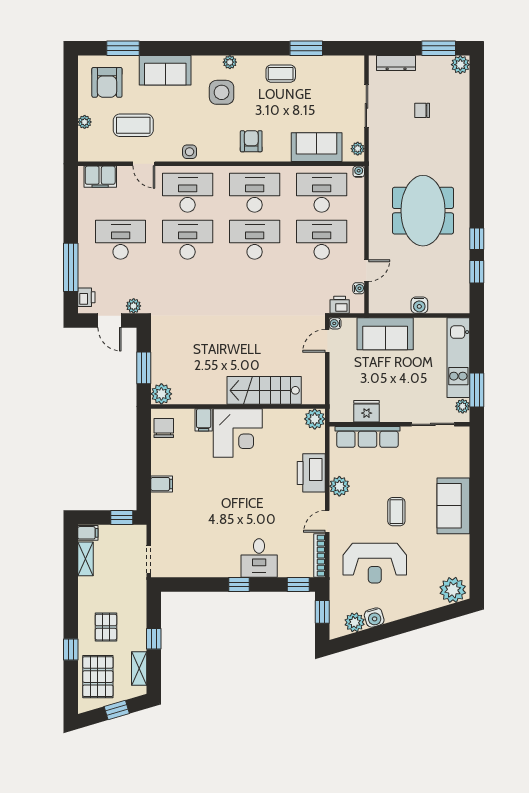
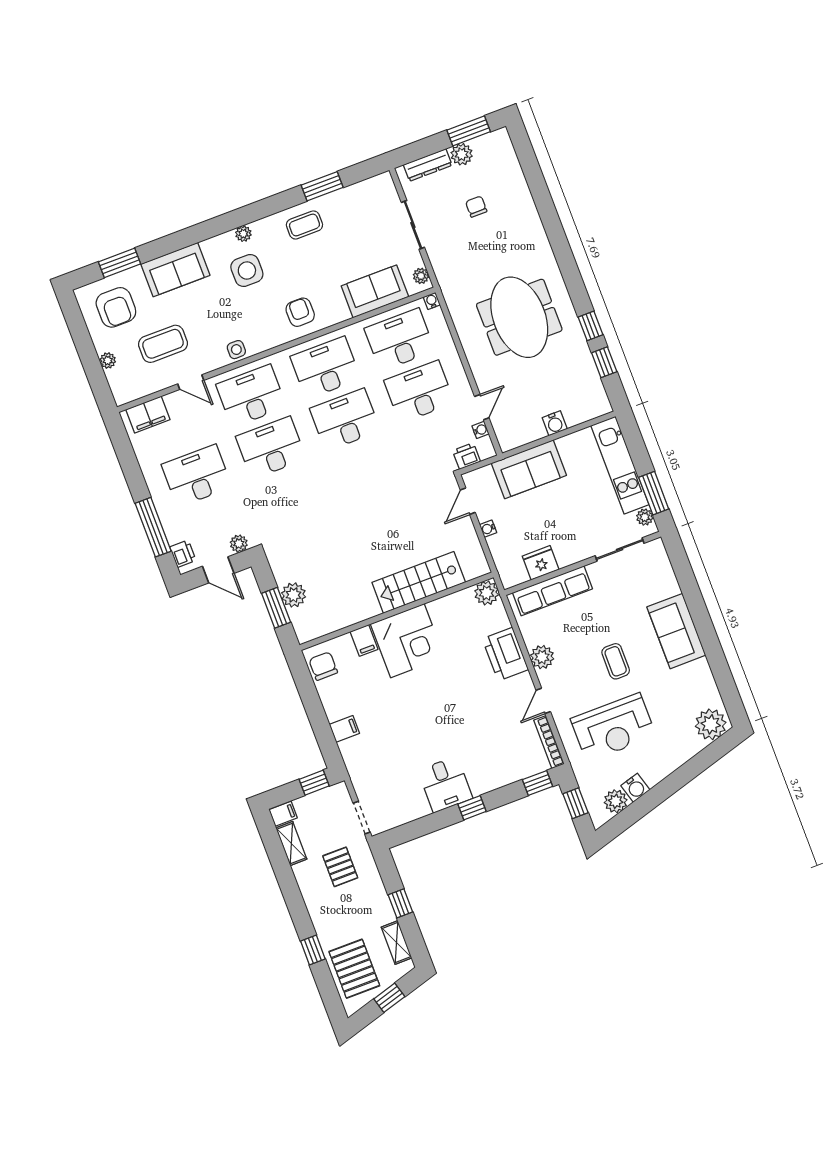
plant: (460, 65) -> (462, 154), moved
chair: (422, 110) -> (476, 207), turned 90
water cooler: (335, 323) -> (488, 529), moved
plant: (161, 394) -> (293, 595), moved
desk: (259, 558) -> (445, 784), moved
pallet: (106, 627) -> (340, 867), moved

